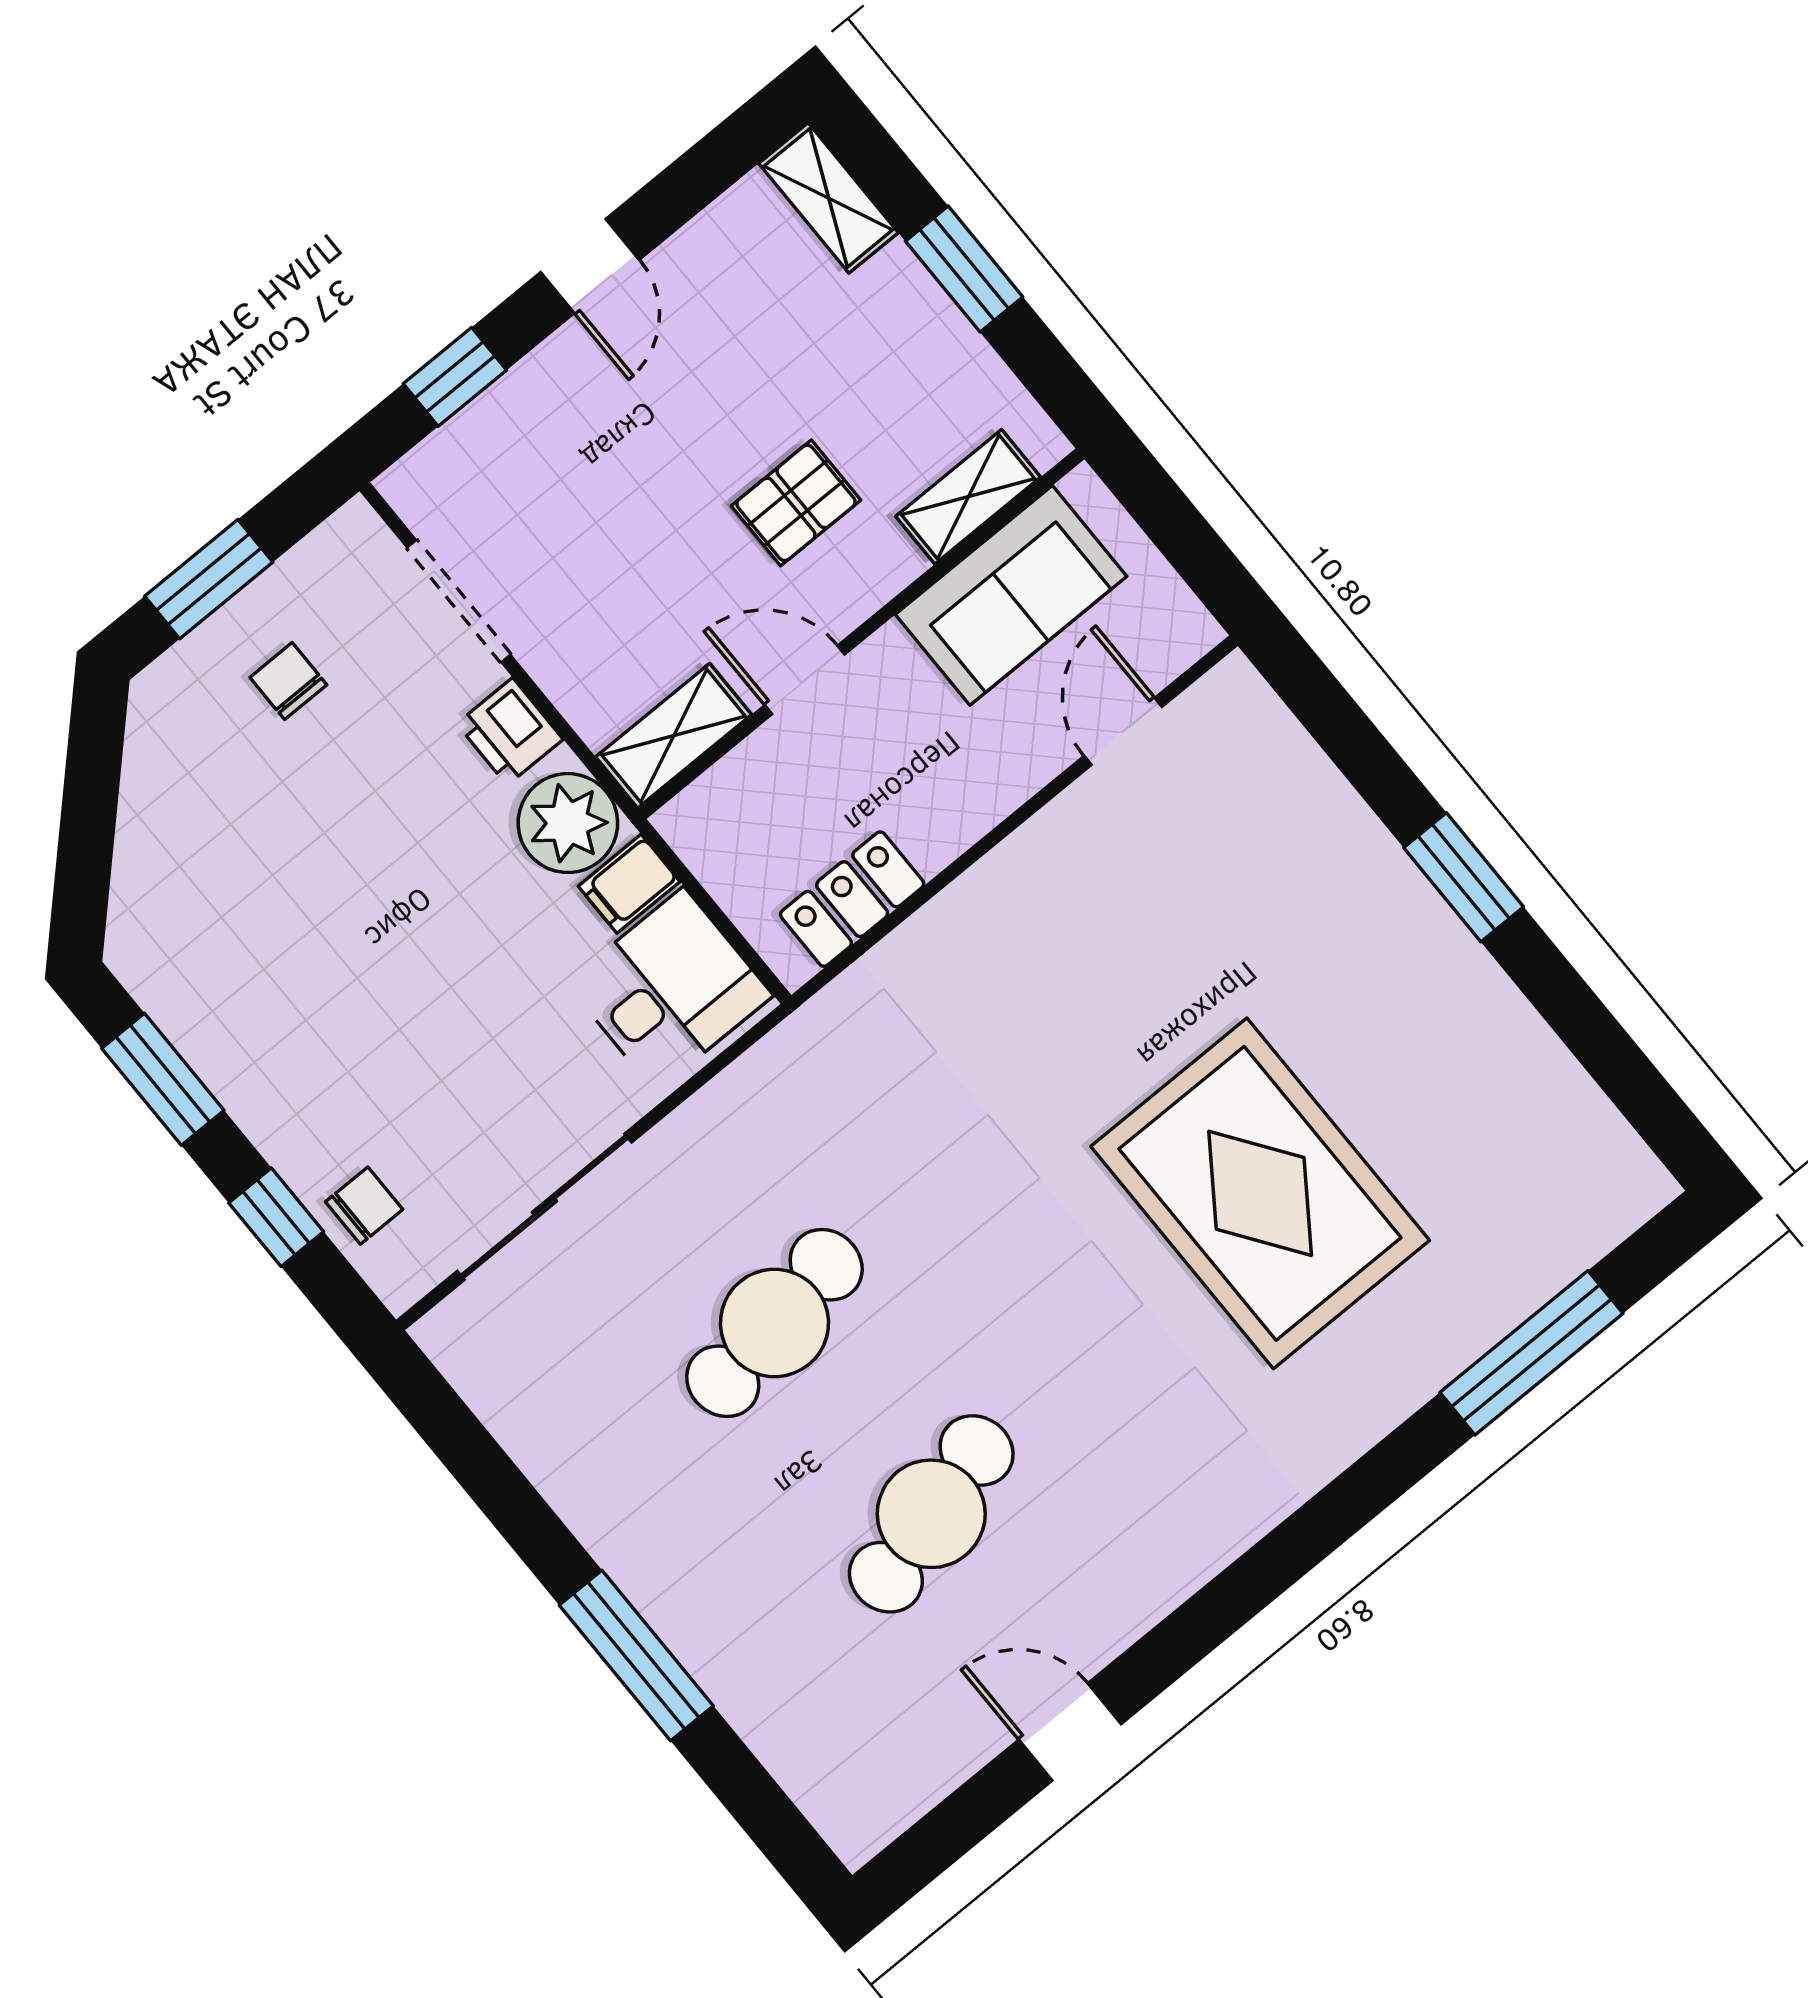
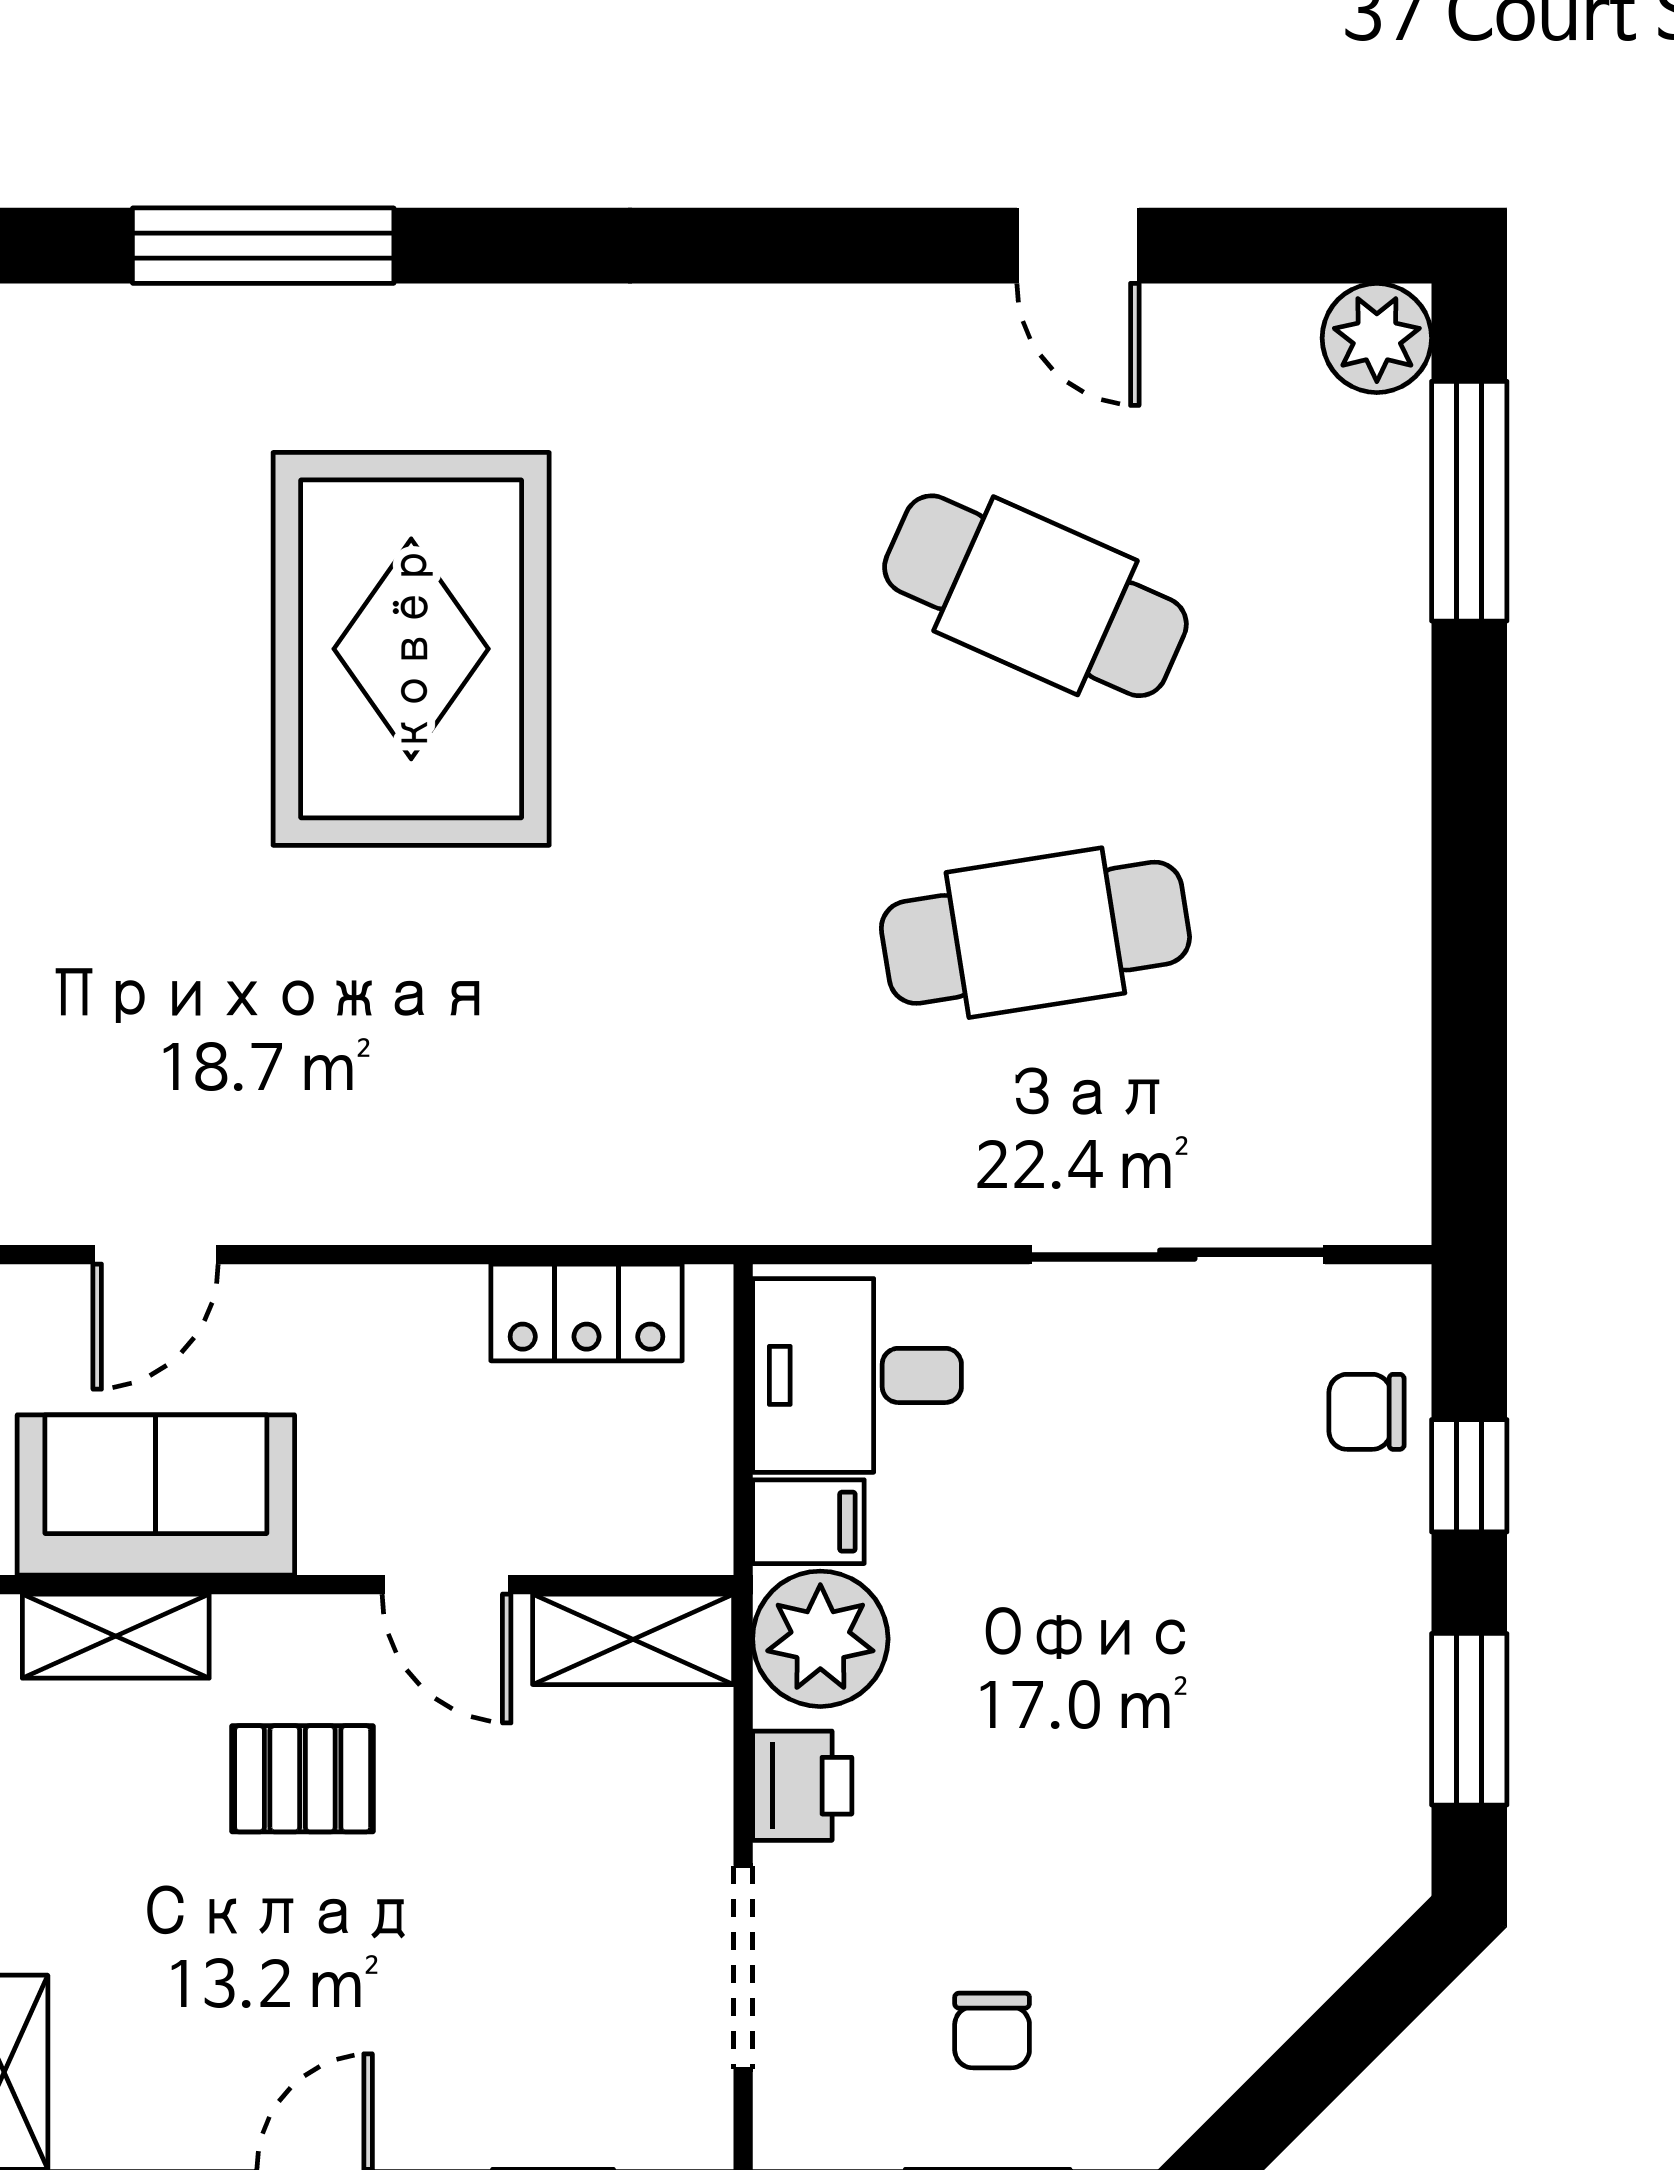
cafe table: (931, 1514) -> (1035, 596), turned 39
window: (636, 1656) -> (1469, 501), moved
plant: (858, 1819) -> (1377, 338), added

